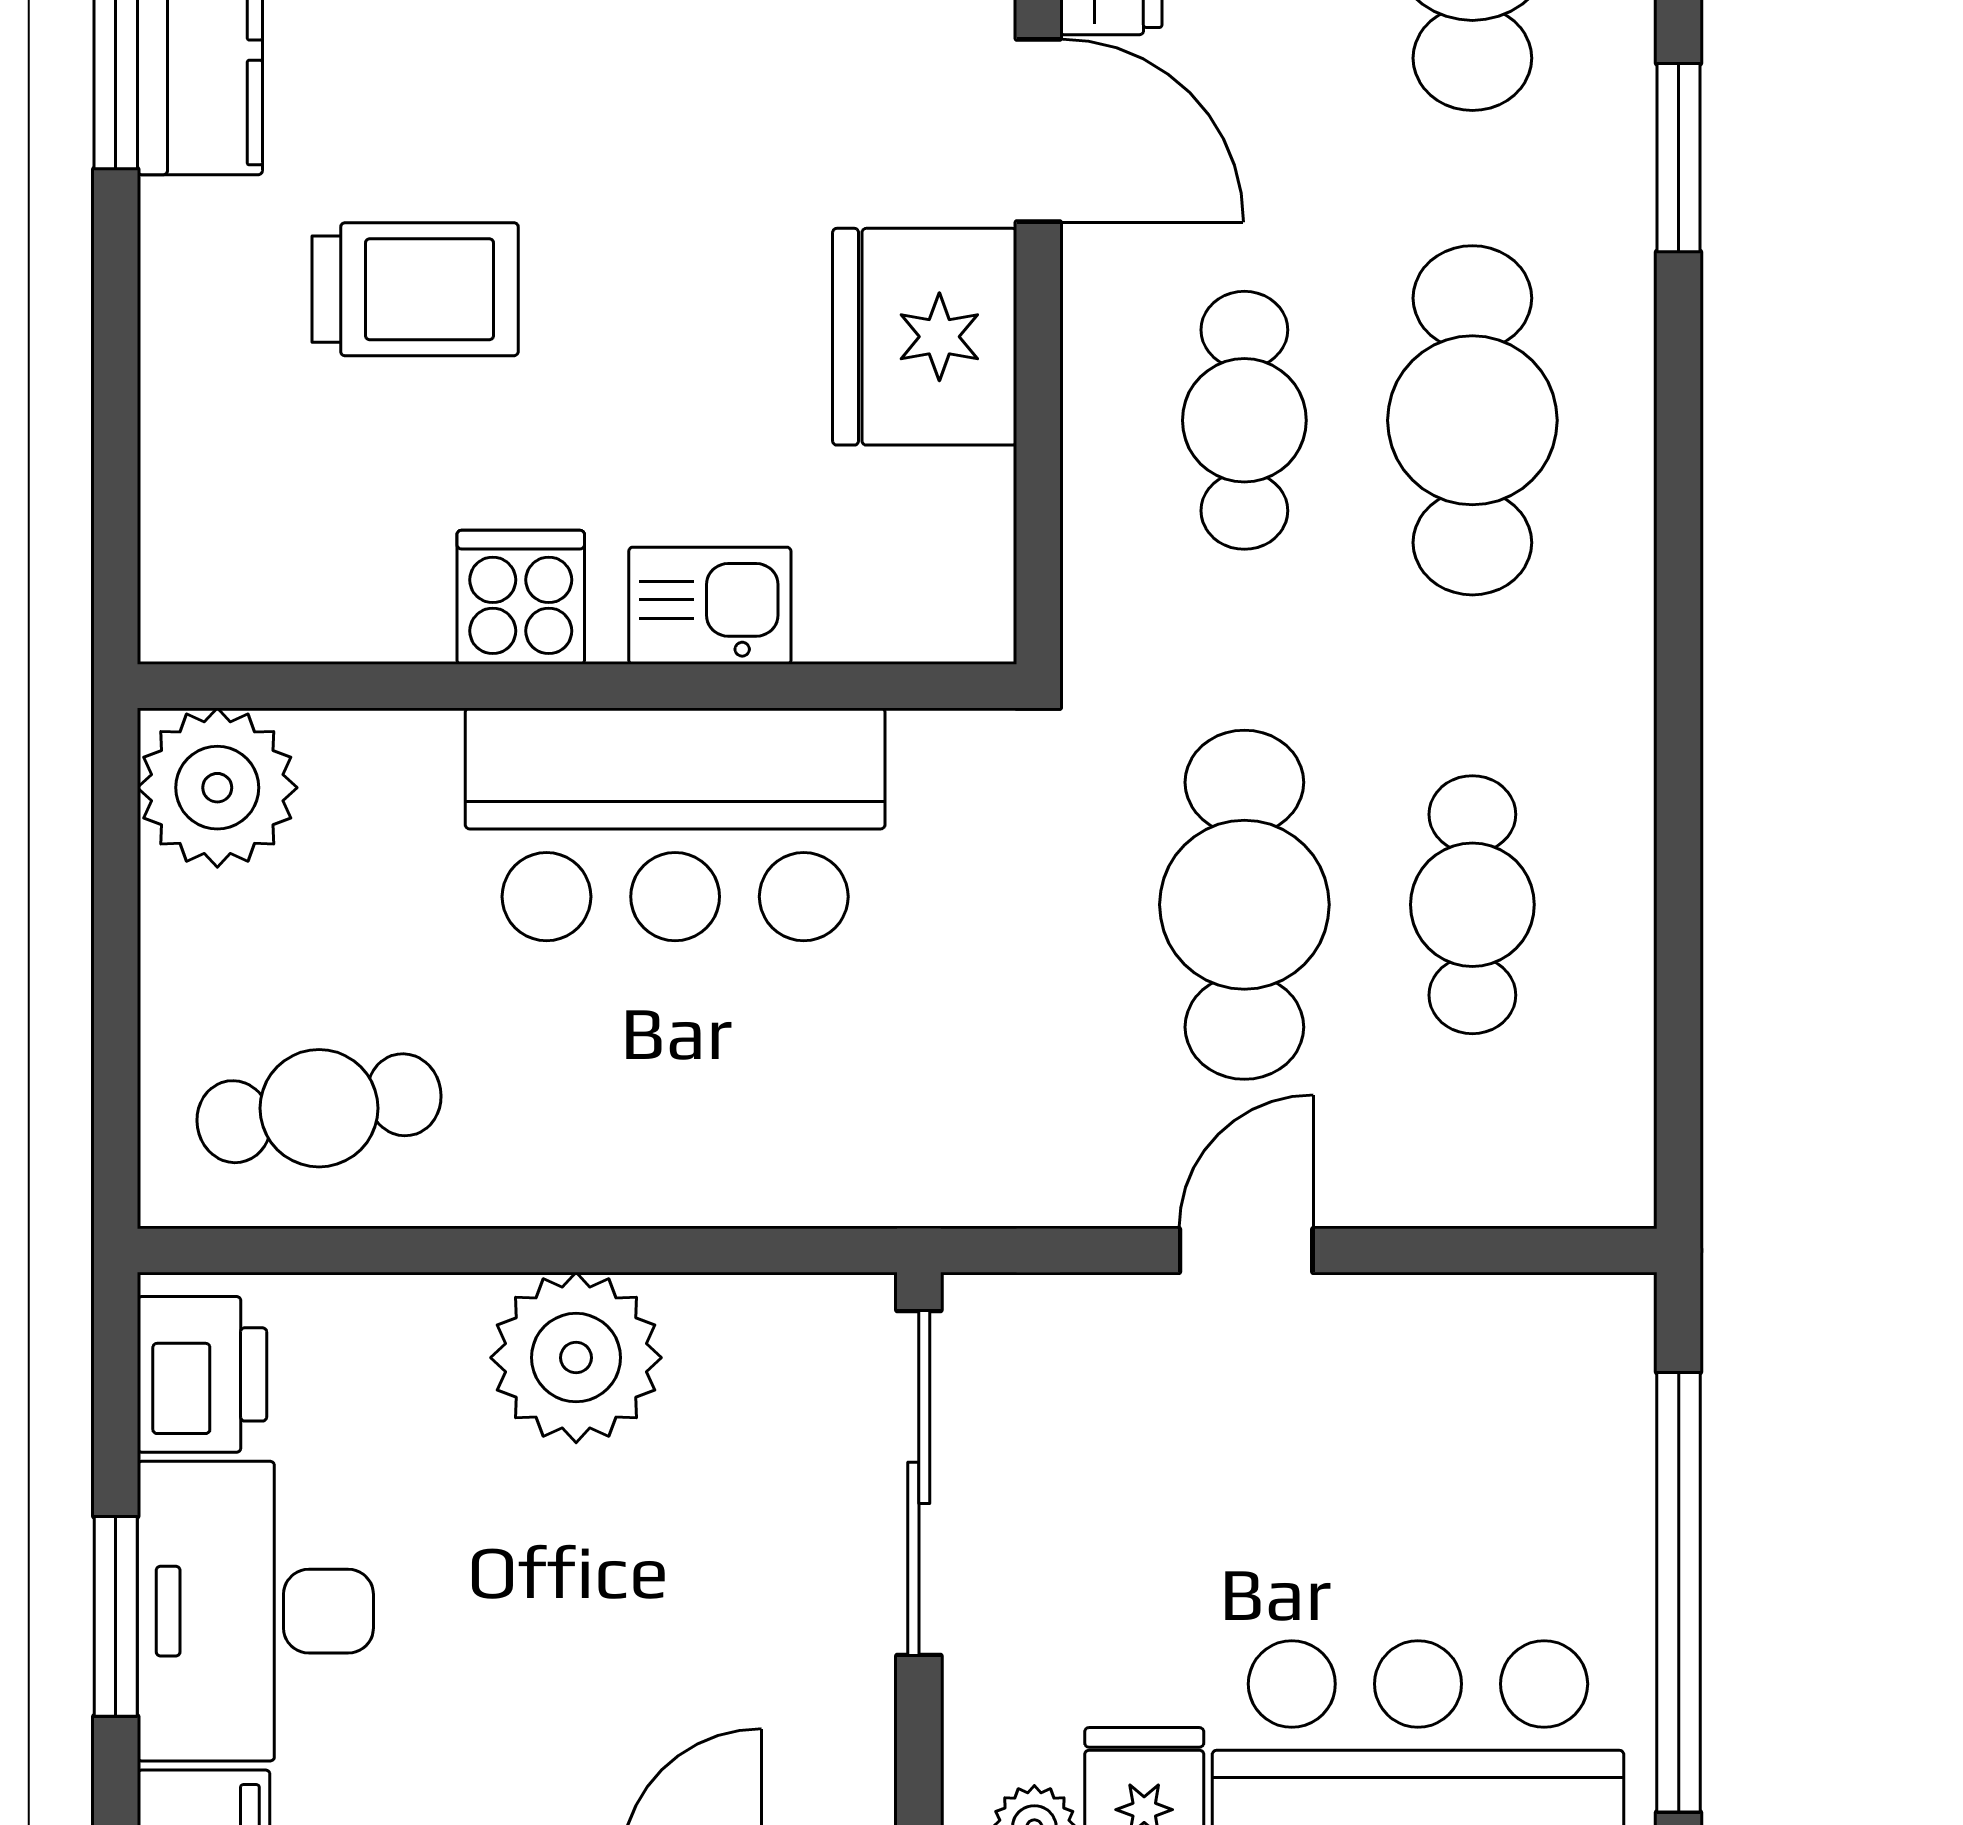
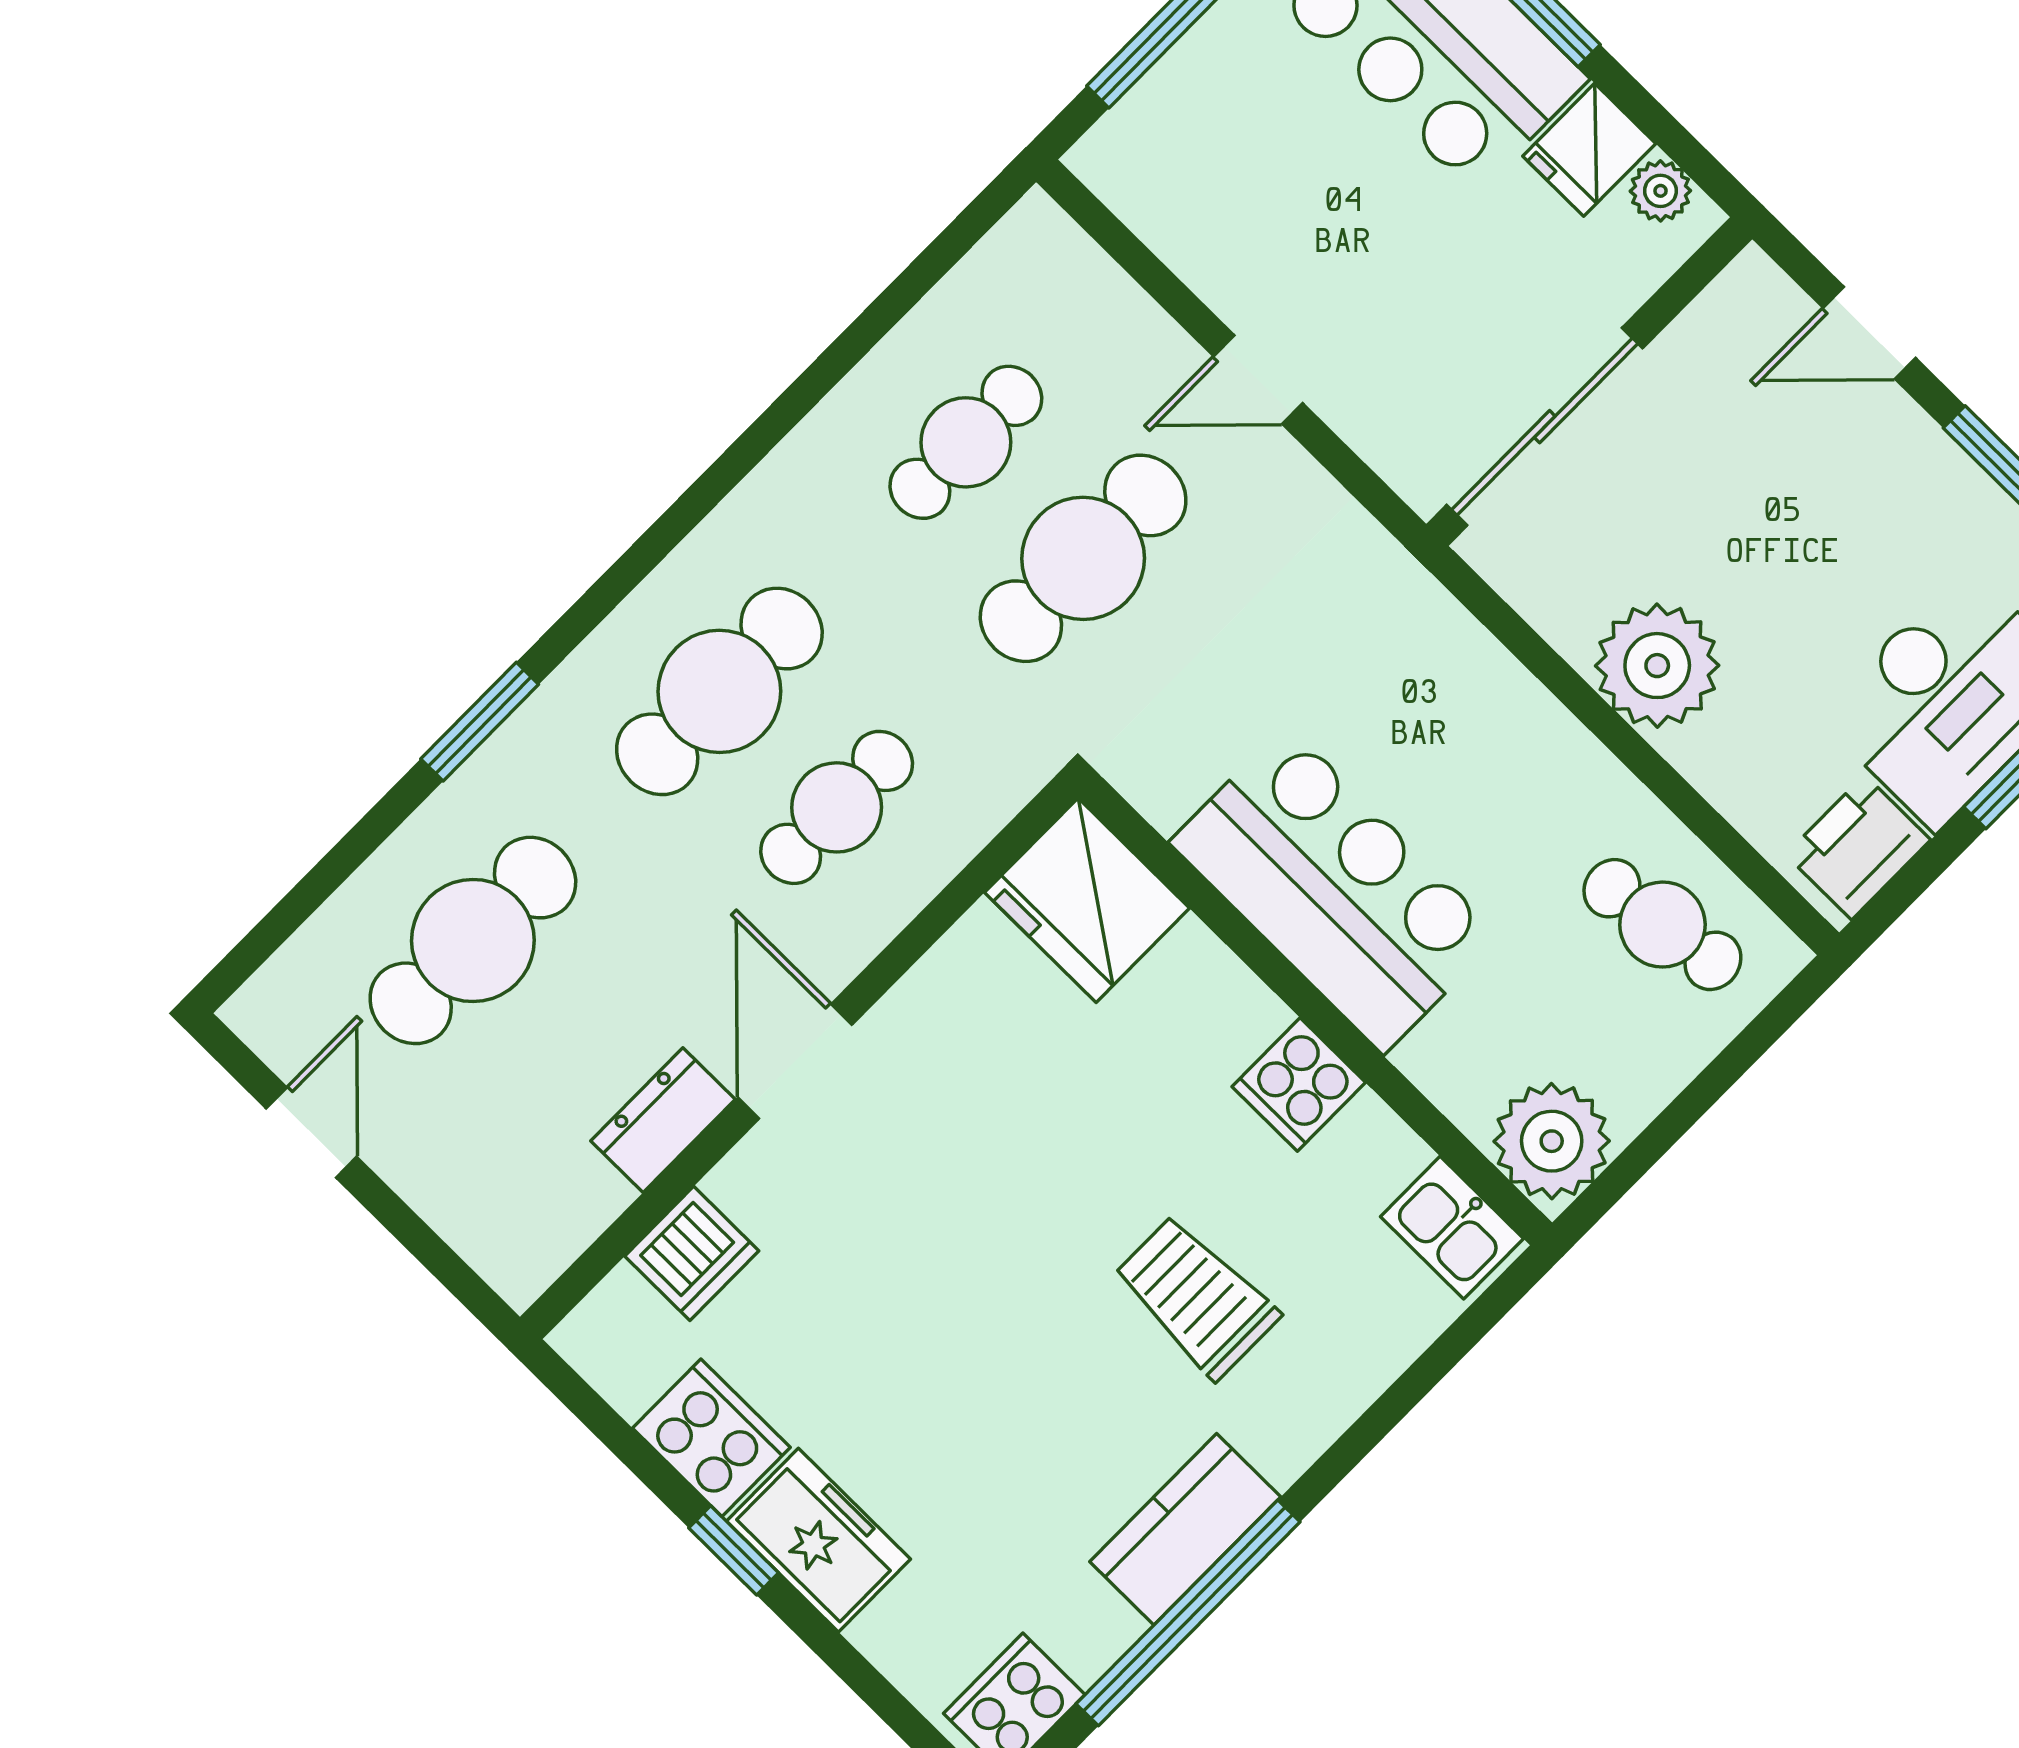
fridge: (925, 337) -> (1087, 900), moved, turned 90
kitchen sink: (710, 606) -> (1452, 1228), moved

